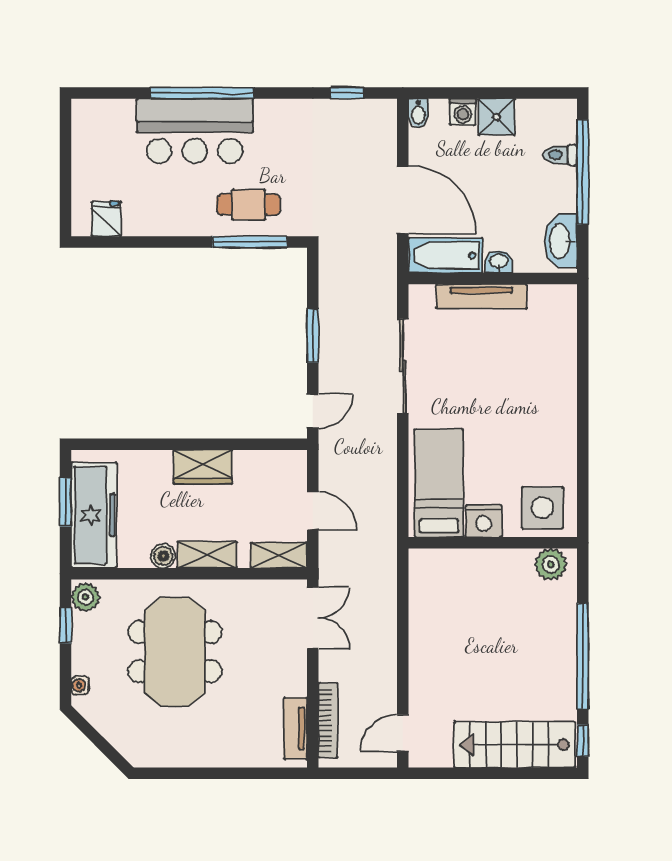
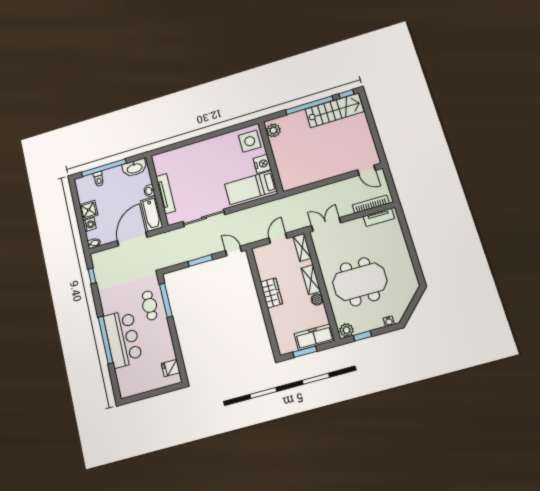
freezer: (94, 515) -> (314, 337), width x0.73, depth x0.79
stairs: (515, 745) -> (334, 110), moved, turned -90

